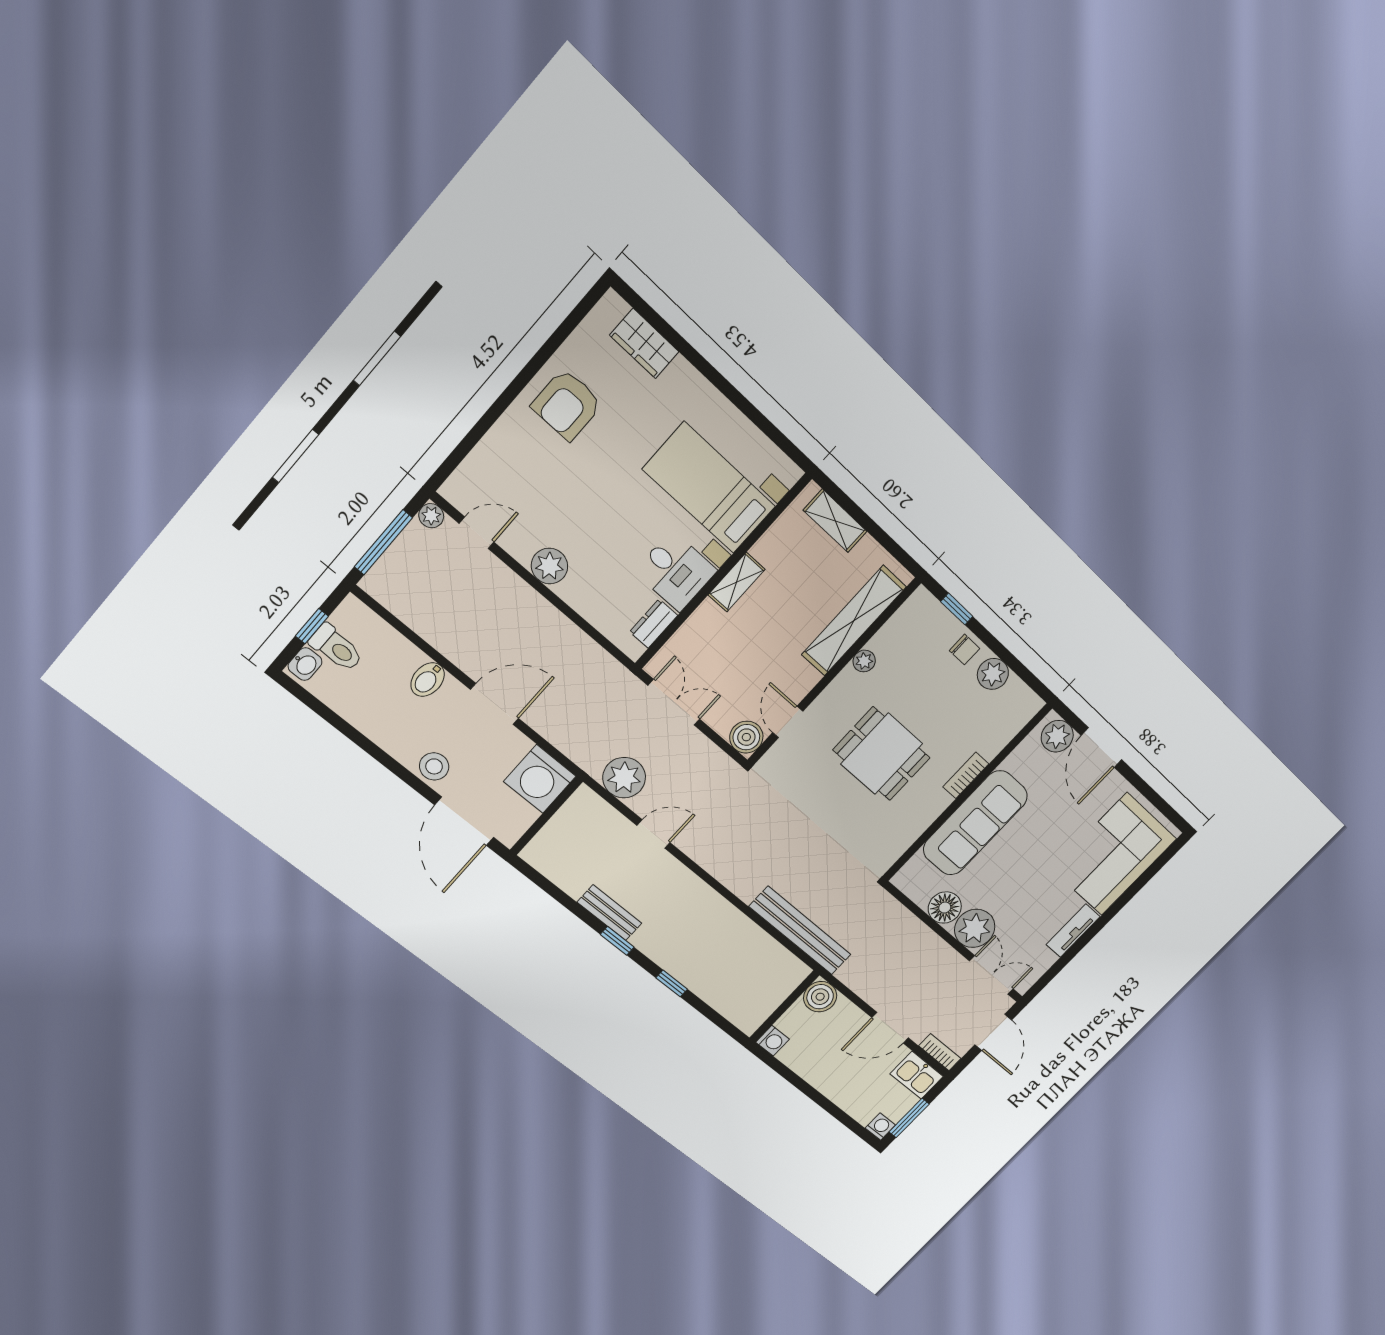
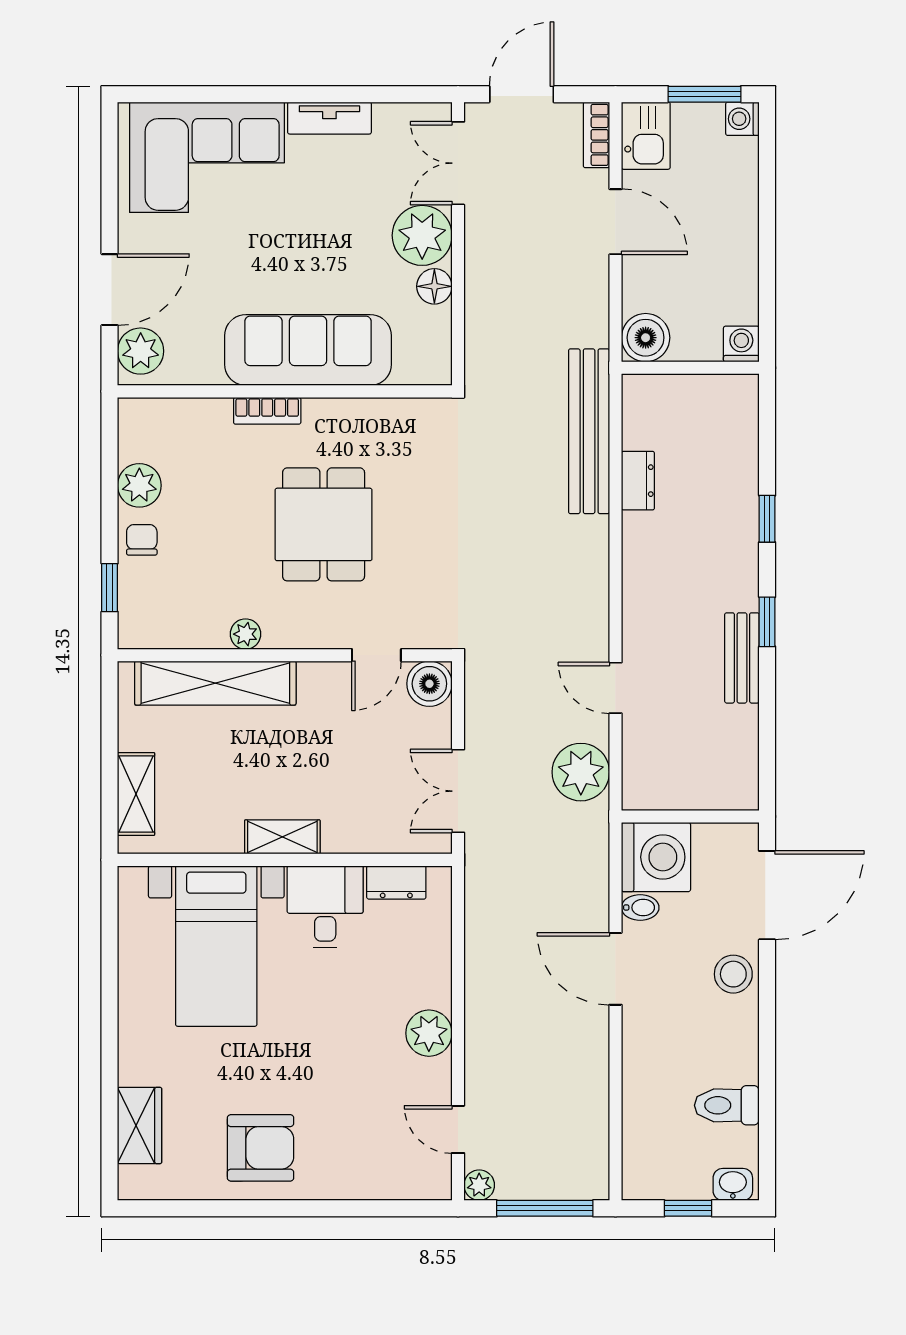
toilet: (336, 648) -> (727, 1105), moved, turned -90
bidet: (428, 680) -> (640, 908), moved, width x0.72, depth x0.74
floor lamp: (945, 908) -> (434, 286), width x0.73, depth x0.73
dresser: (752, 935) -> (638, 481), added

